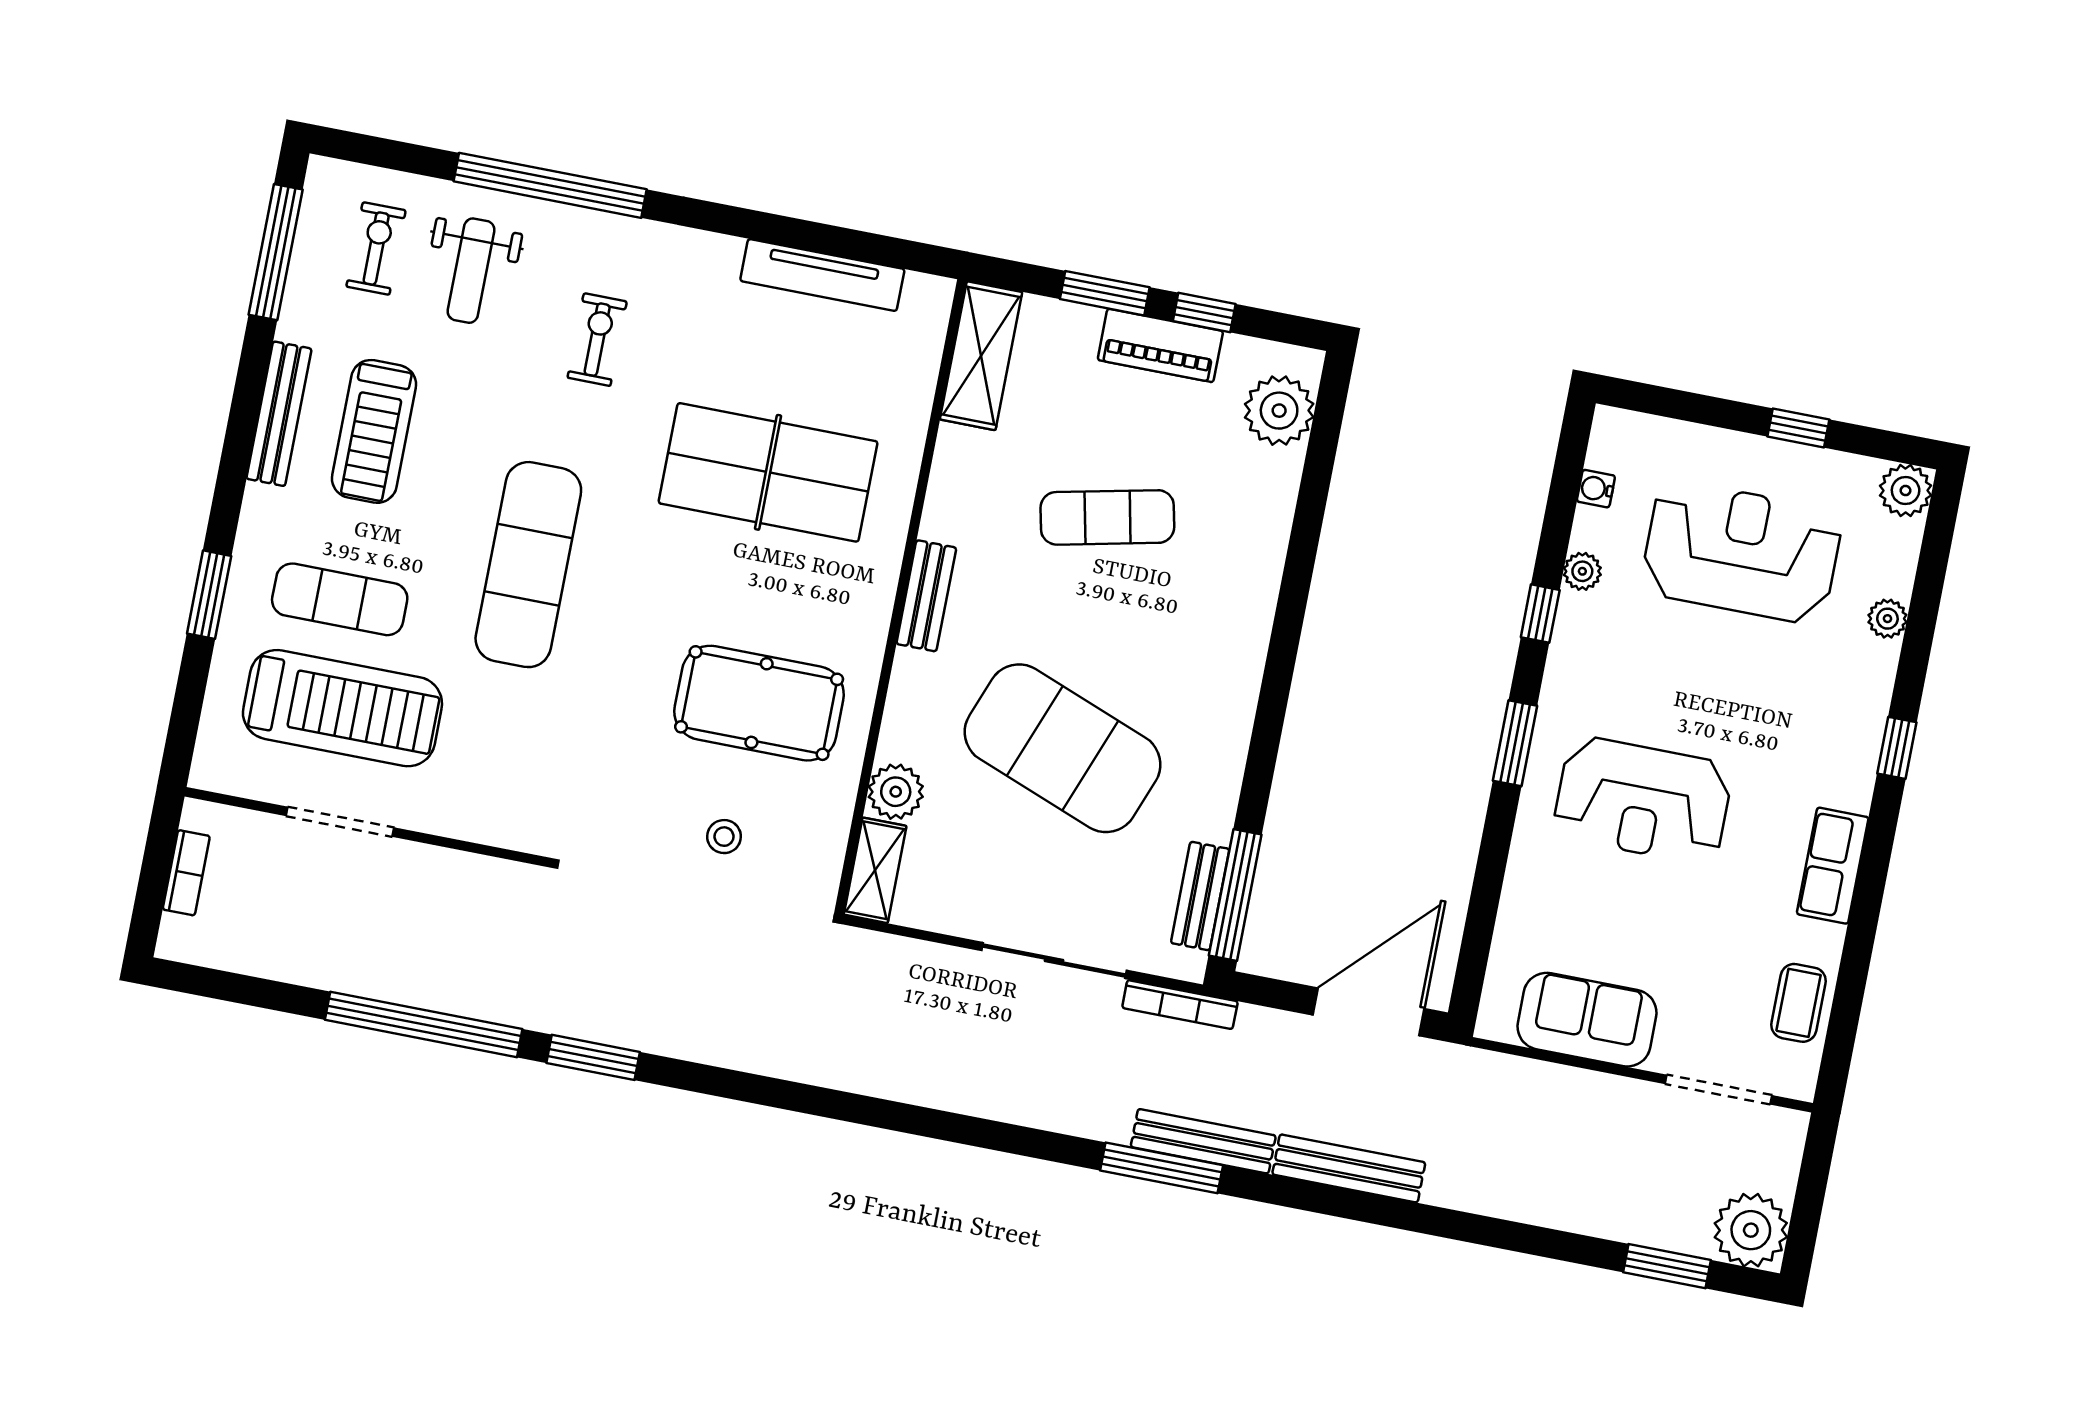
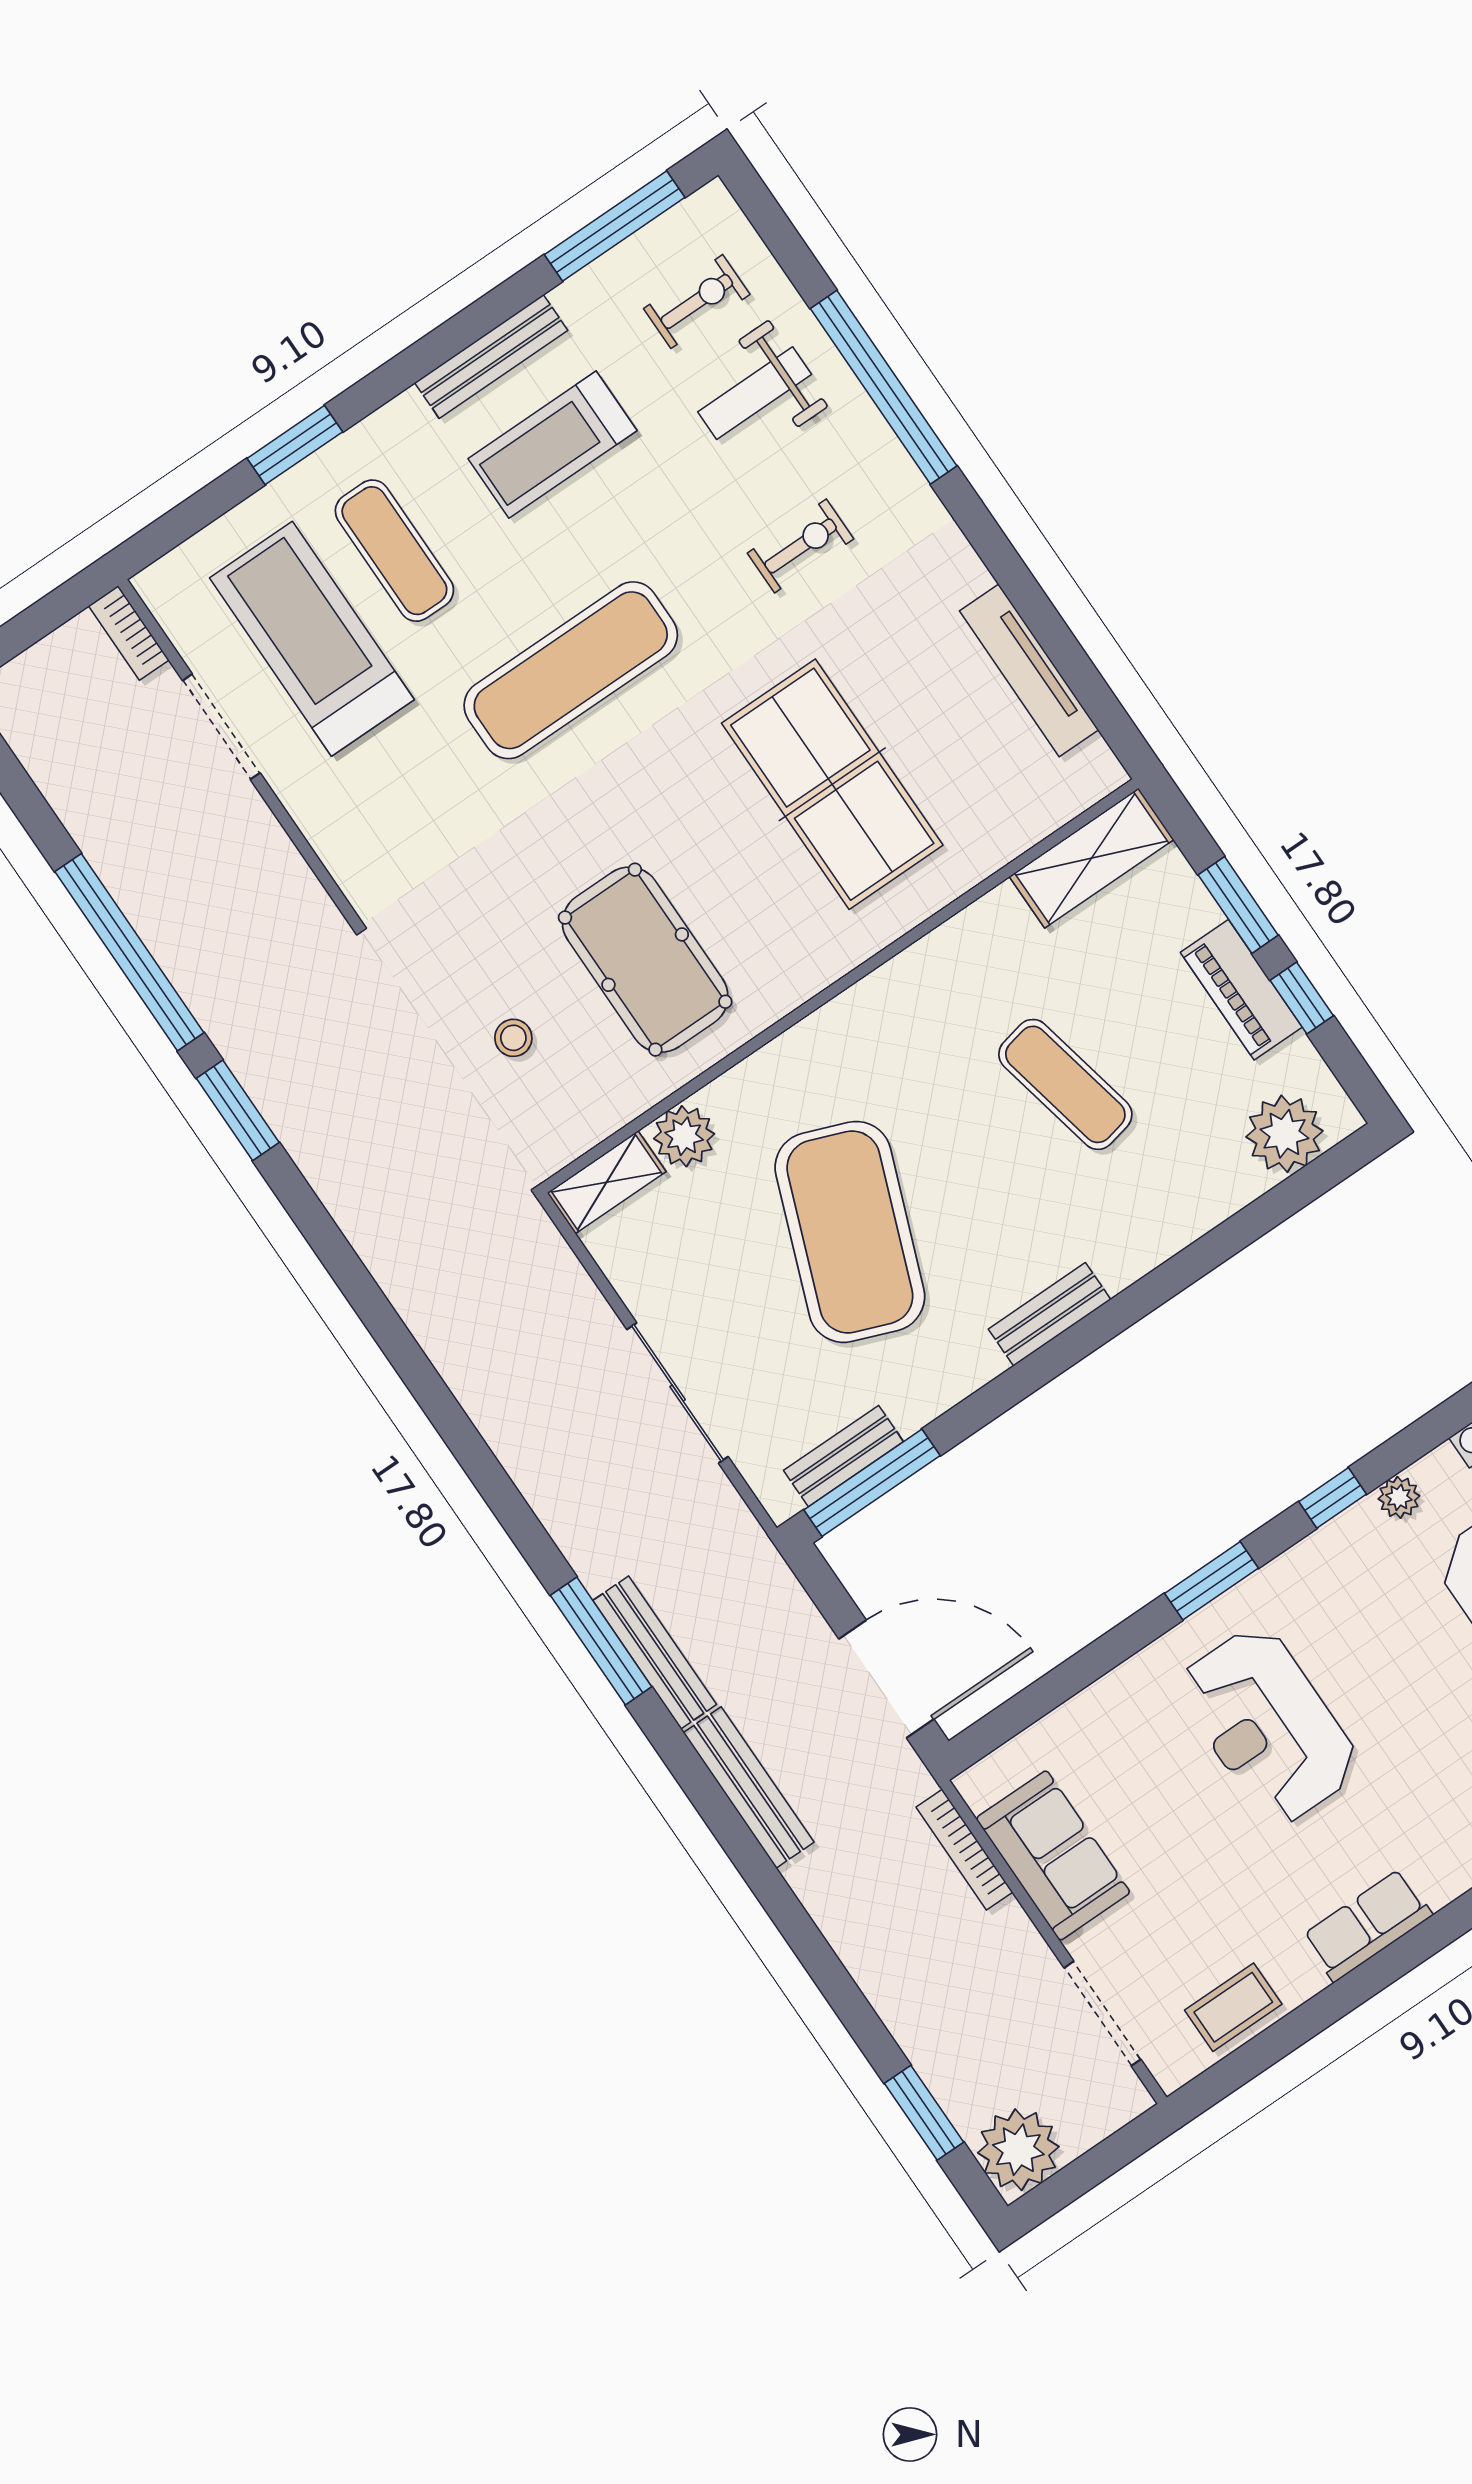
bench: (926, 596) -> (1050, 1314), moved
treadmill: (342, 708) -> (312, 639), turned 180
bookcase: (186, 873) -> (129, 633), moved, turned 90
bookcase: (1180, 1005) -> (964, 1850), moved

